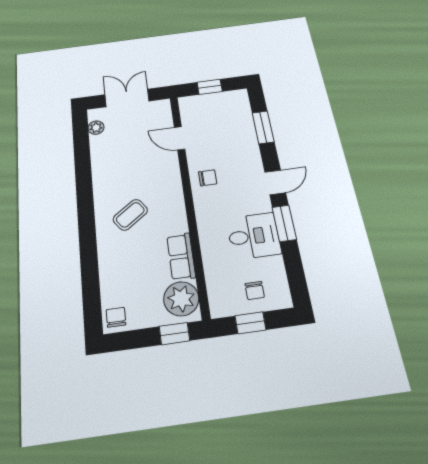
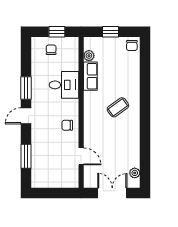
window: (210, 87) -> (56, 193), removed
double door: (127, 98) -> (112, 193), swing flipped
desk: (254, 236) -> (64, 85), moved, turned 180
plant: (181, 299) -> (89, 56), width x0.53, depth x0.53
window: (174, 334) -> (110, 32), moved

